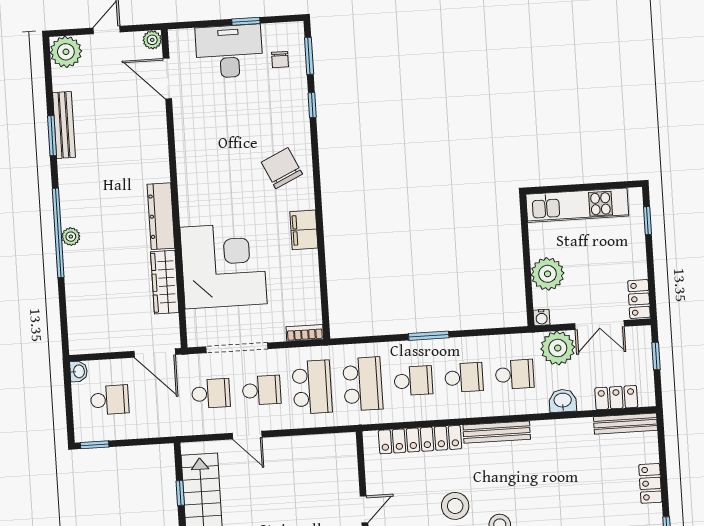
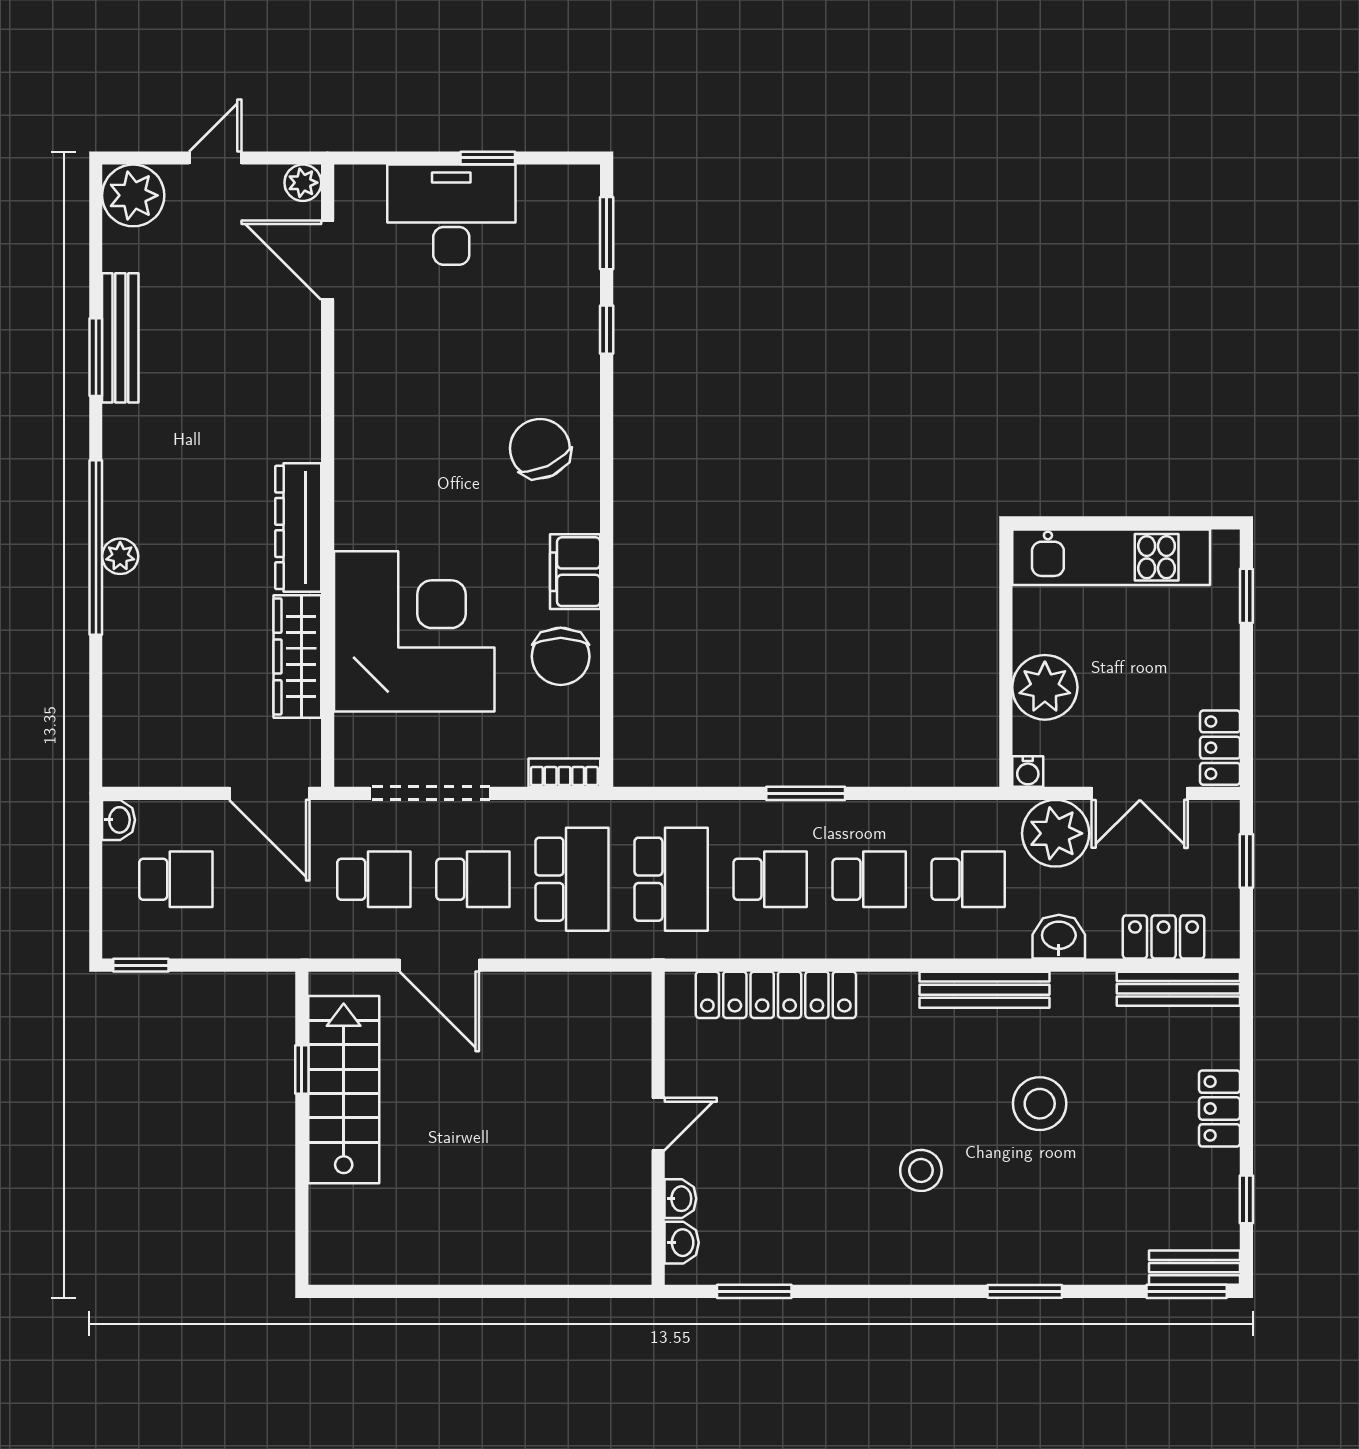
chair: (280, 60) -> (561, 656), moved, width x1.87, depth x1.87
bench: (497, 432) -> (984, 990), moved
door: (247, 435) -> (439, 965), width x1.38
stool: (455, 506) -> (1040, 1104), moved

